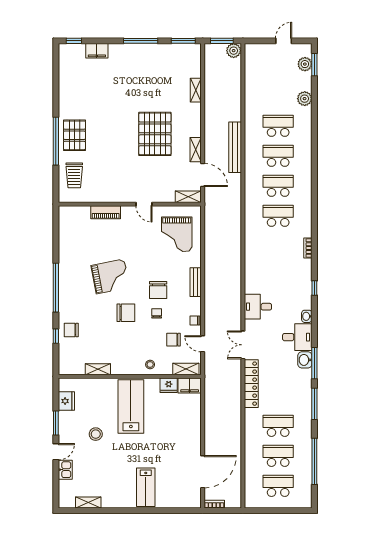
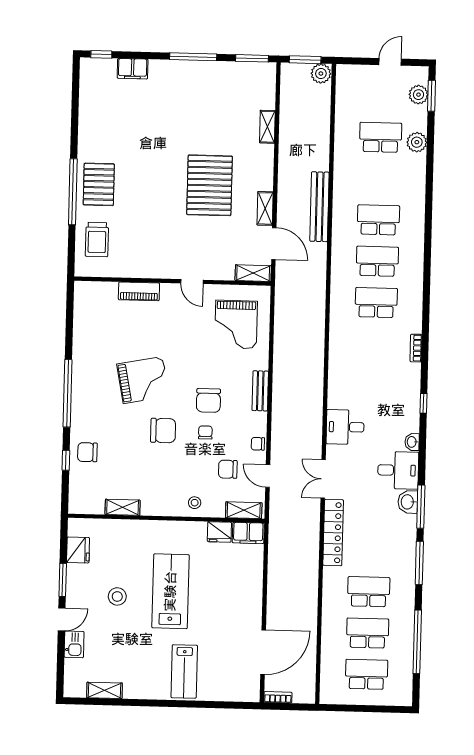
school desk: (278, 126) -> (381, 137), moved
lab bench: (131, 407) -> (170, 591), moved

